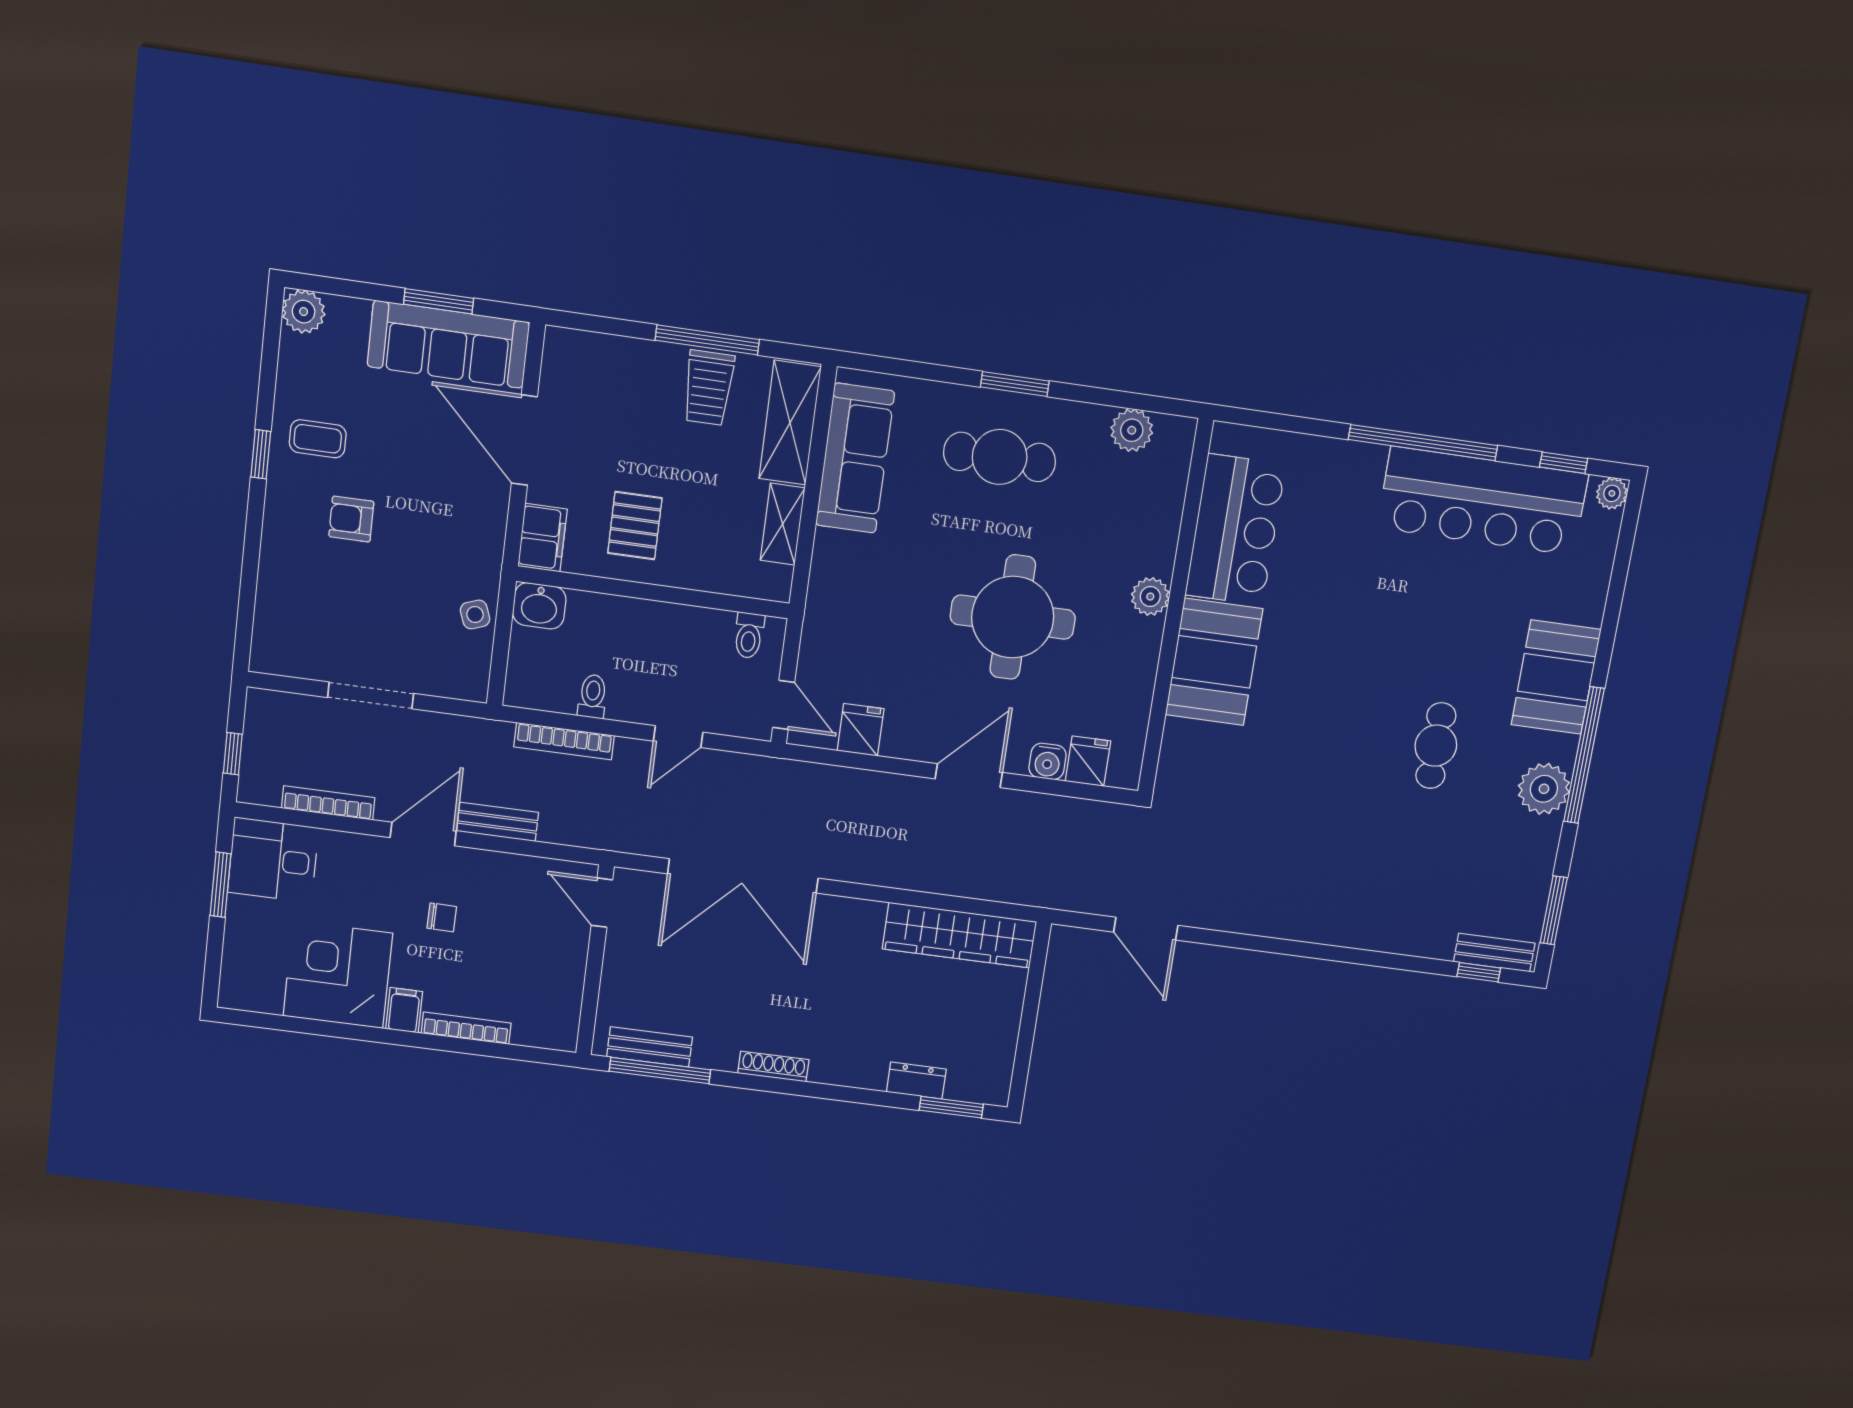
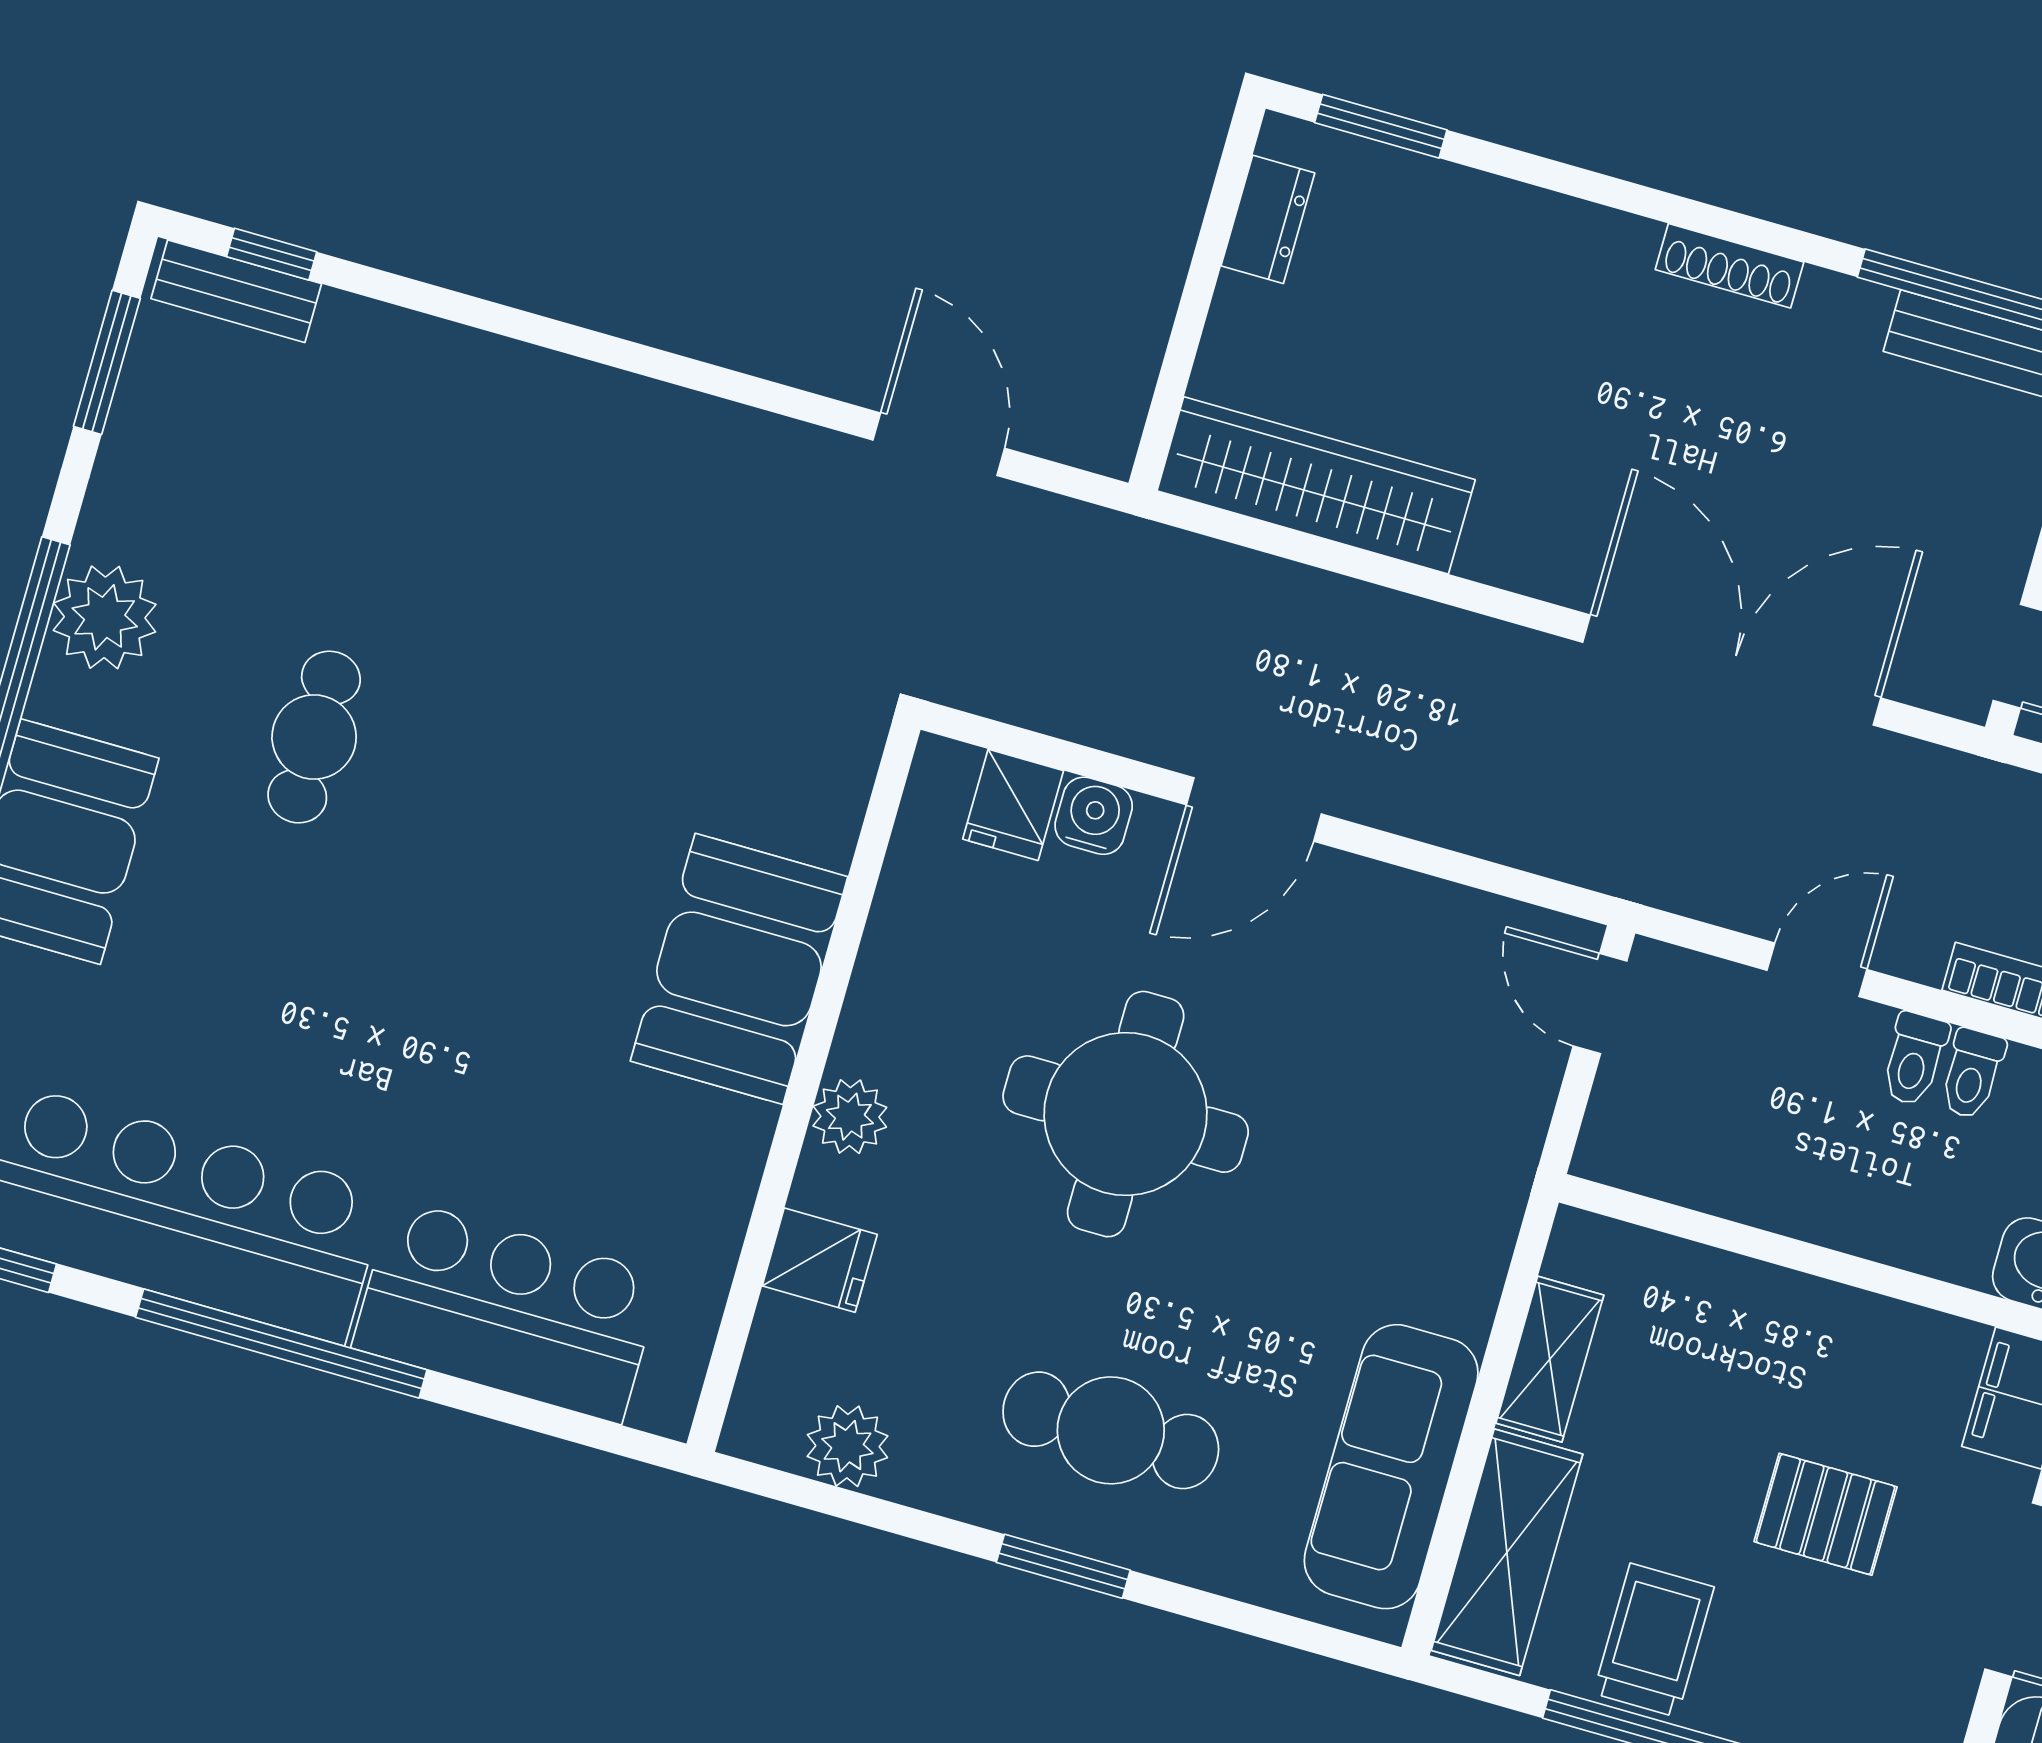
pallet: (635, 526) -> (1826, 1514), moved, turned 90
bar counter: (1235, 530) -> (507, 1311), moved, turned 90
toilet: (749, 635) -> (1914, 1059), moved, turned 180
fridge: (861, 730) -> (820, 1260), moved, turned -90
dresser: (916, 1081) -> (1268, 219), moved, turned -90

